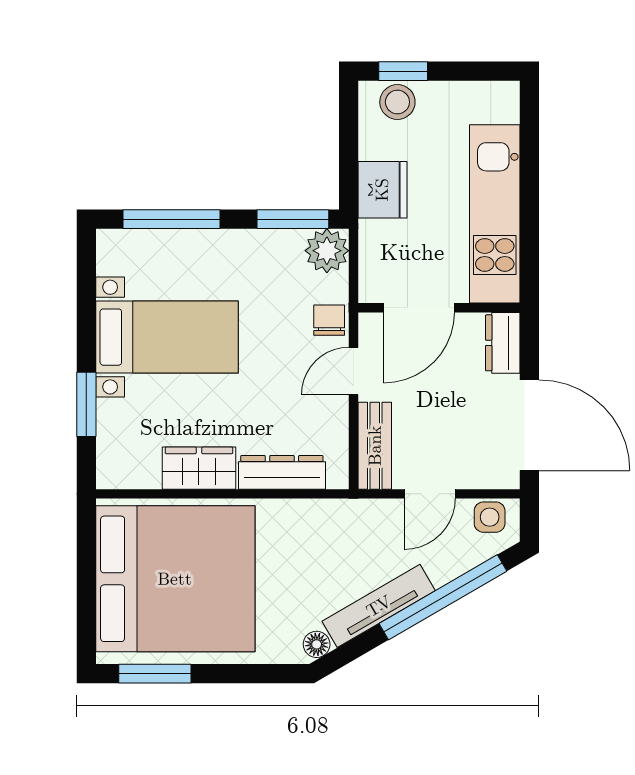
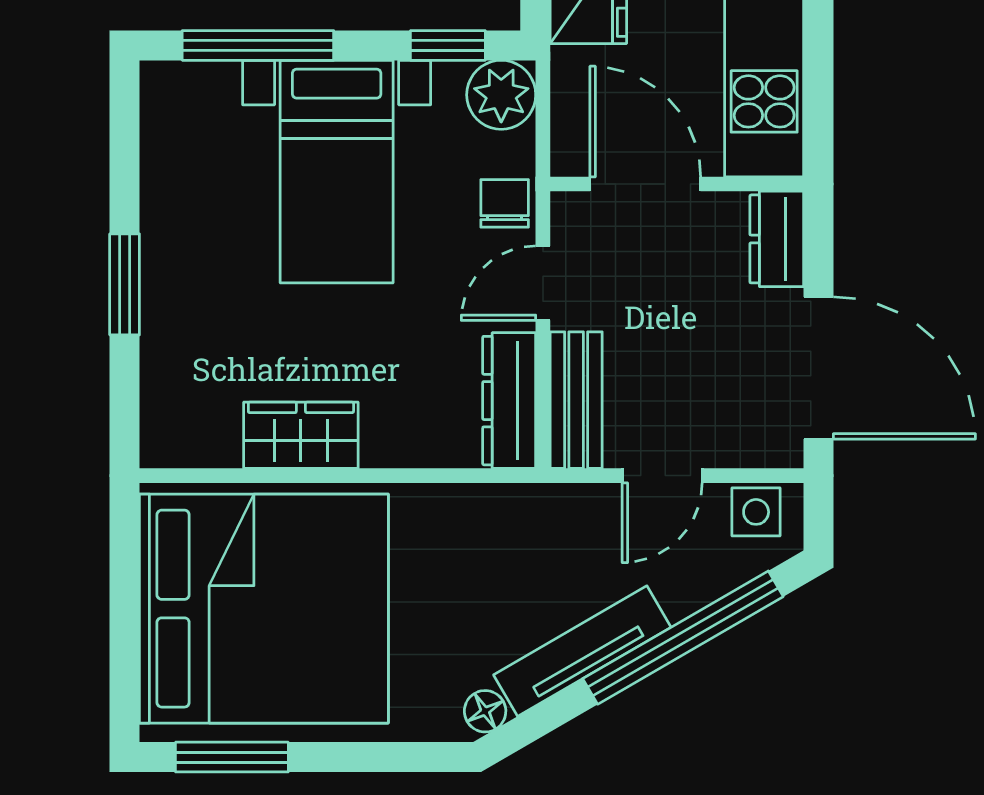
window: (293, 219) -> (448, 45), width x0.67
door: (419, 308) -> (645, 184), swing flipped
bed with nightstands: (167, 337) -> (337, 172), moved, turned 90
window: (86, 404) -> (125, 284), moved
dresser: (282, 472) -> (509, 401), moved, turned -90

